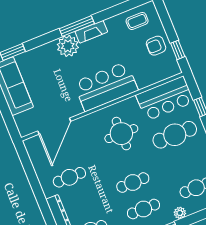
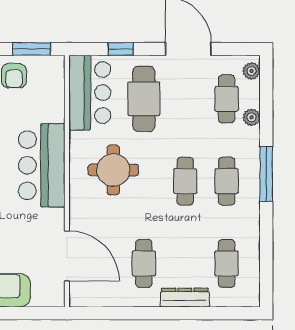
window: (178, 50) -> (32, 49), width x1.50
plant: (180, 213) -> (251, 117), moved

